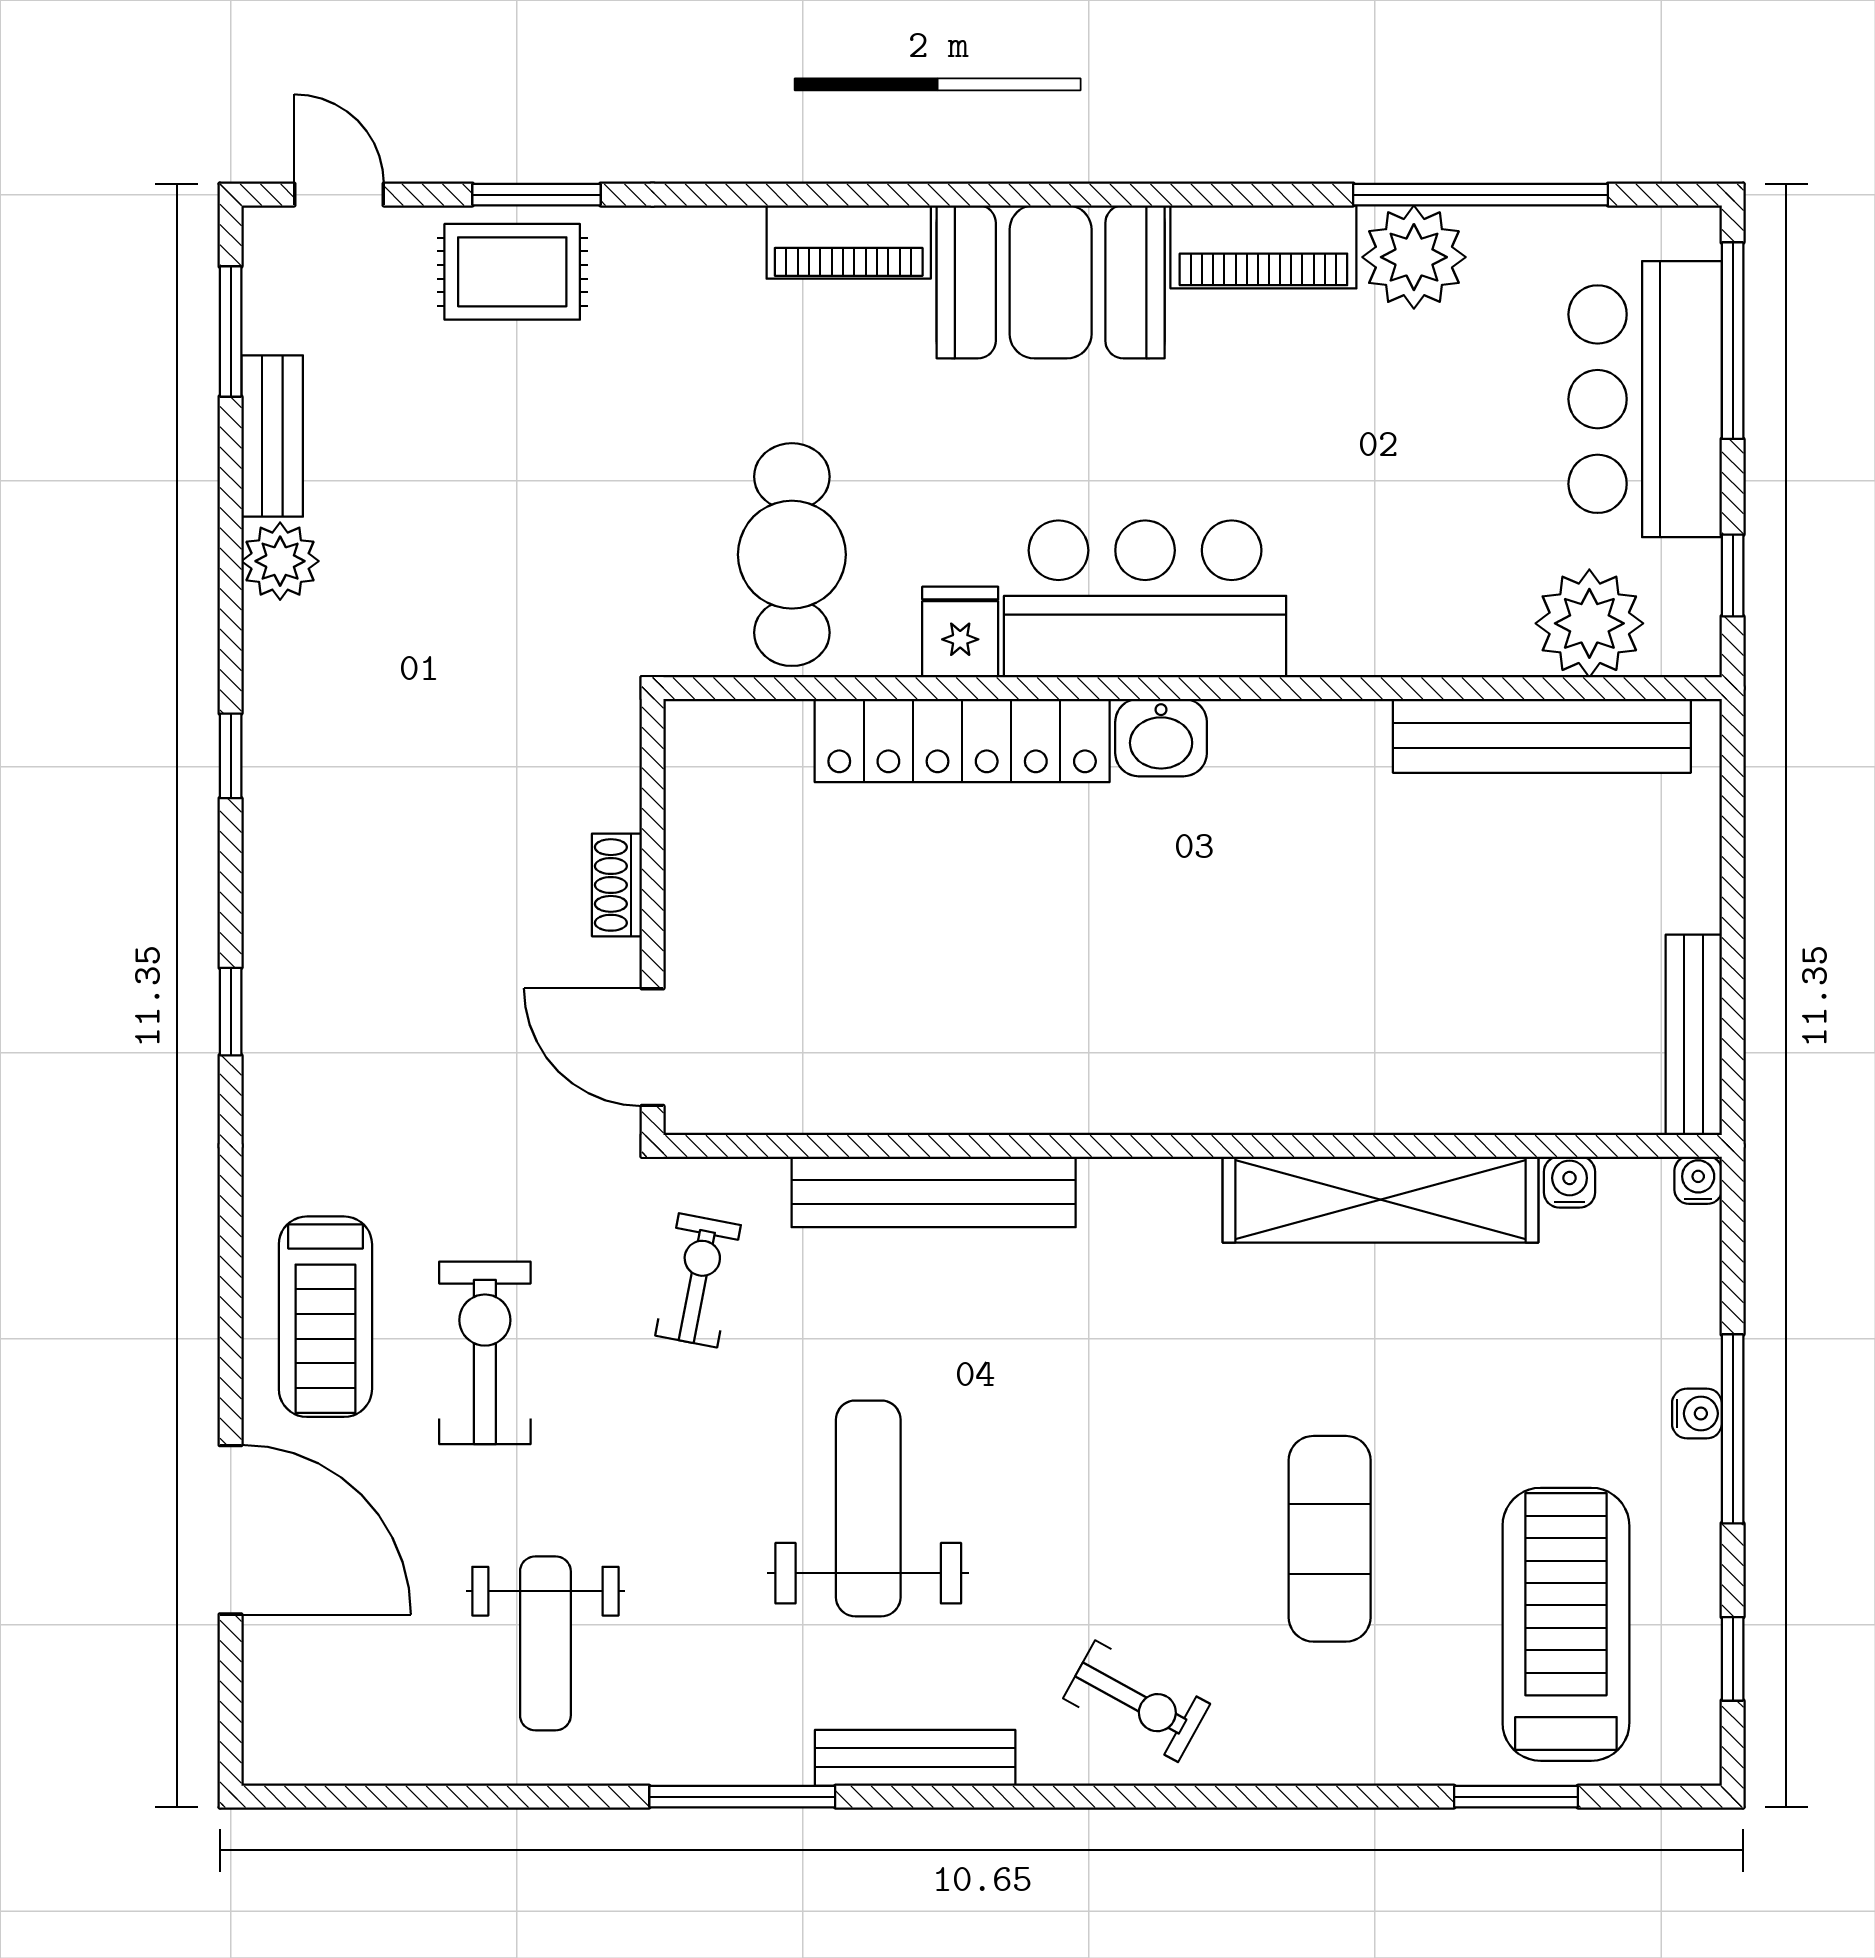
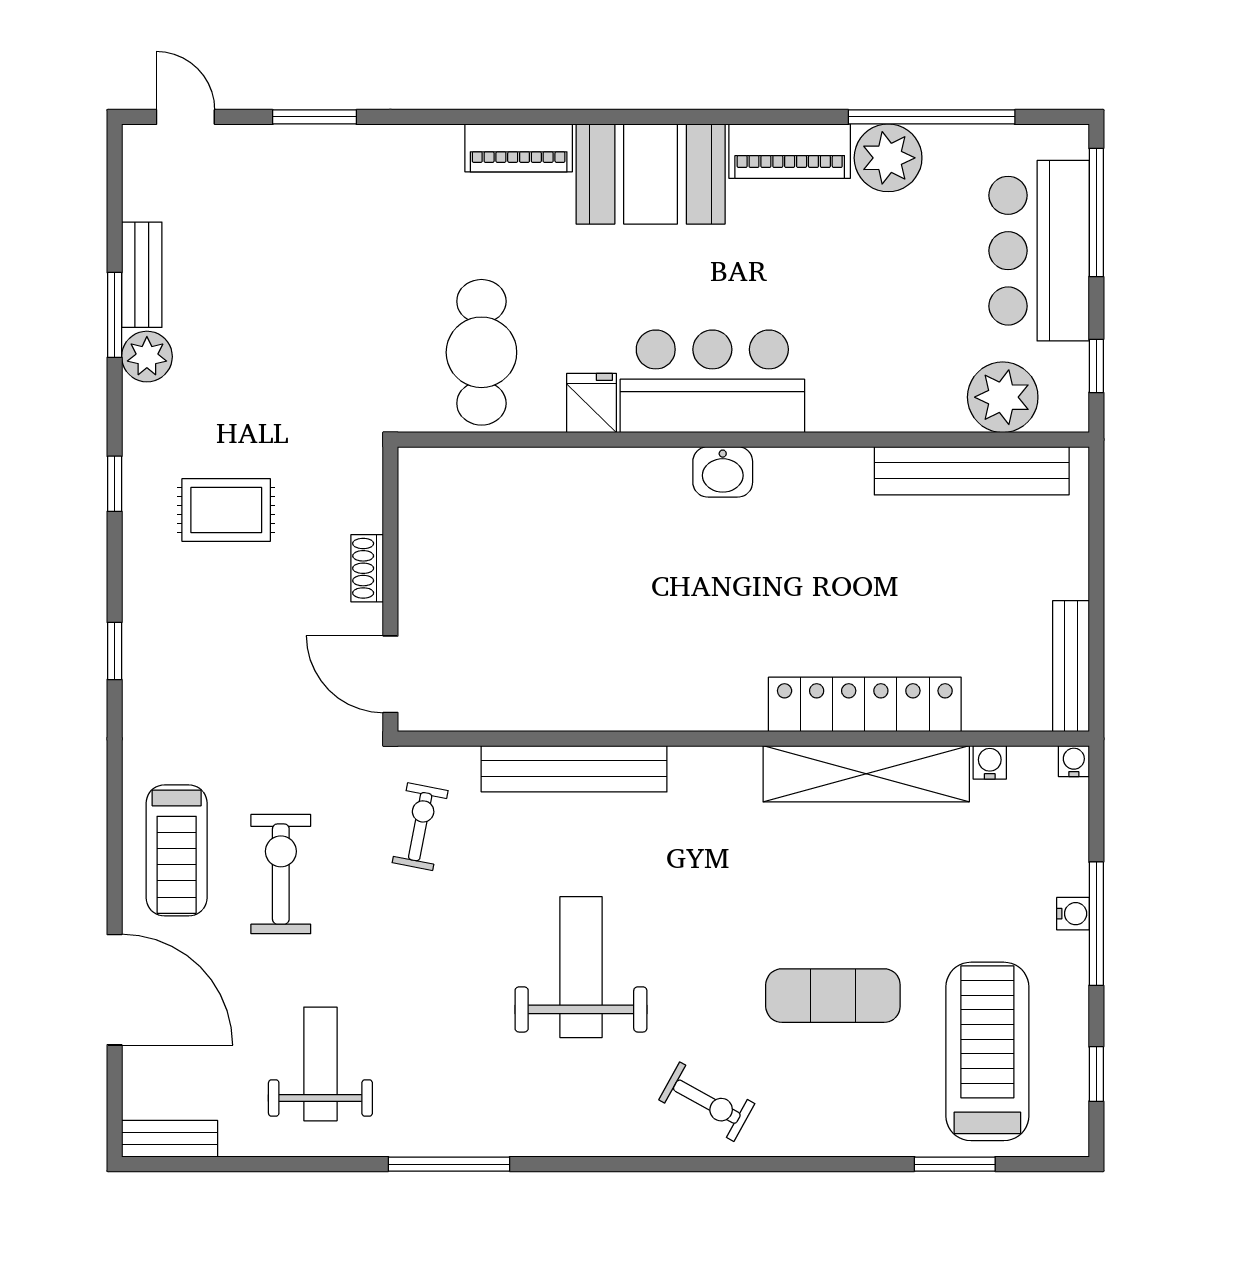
rug: (512, 272) -> (226, 510), moved
window: (231, 332) -> (115, 315), moved
locker: (962, 740) -> (865, 704), moved, turned 180
weight bench: (868, 1508) -> (581, 967), moved
exercise mat: (1330, 1539) -> (833, 996), turned 90
weight bench: (545, 1643) -> (320, 1064), turned 180
bench: (915, 1758) -> (170, 1139), moved, width x0.73

